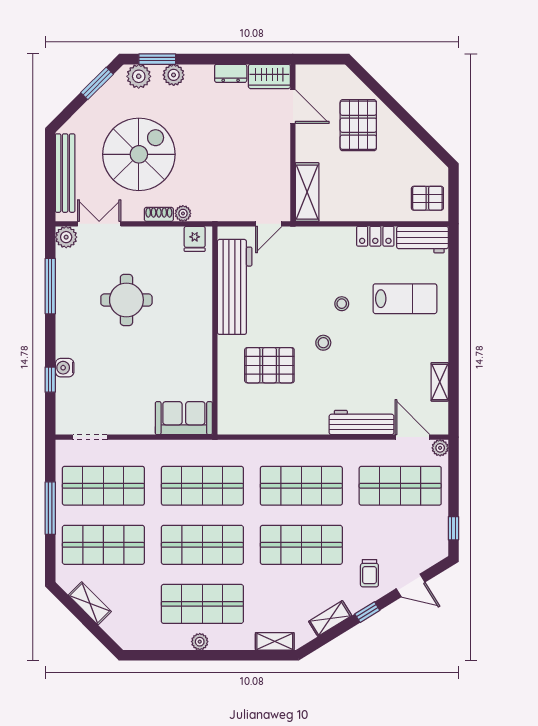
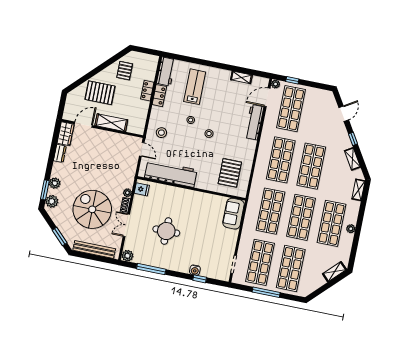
window: (97, 83) -> (60, 236), moved
shelving: (307, 192) -> (111, 123), moved
pallet: (427, 198) -> (125, 71), moved
locker: (380, 212) -> (147, 91), added
double door: (99, 224) -> (126, 225), moved
stool: (307, 254) -> (161, 133), added
pallet: (269, 365) -> (230, 173), moved
window: (453, 528) -> (292, 80), moved
trolley: (369, 573) -> (333, 134), removed
shelving: (90, 603) -> (334, 272), moved

